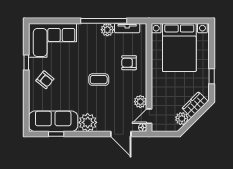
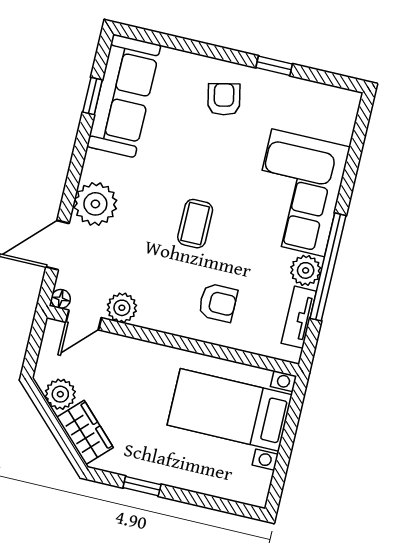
corner sofa: (53, 40) -> (298, 193), moved
bed with nightstands: (179, 48) -> (230, 410), width x0.73
armchair: (129, 63) -> (218, 303), turned 90
armchair: (45, 80) -> (224, 99), turned 129
door: (149, 116) -> (84, 320), swing flipped
plant: (88, 122) -> (95, 204), moved

